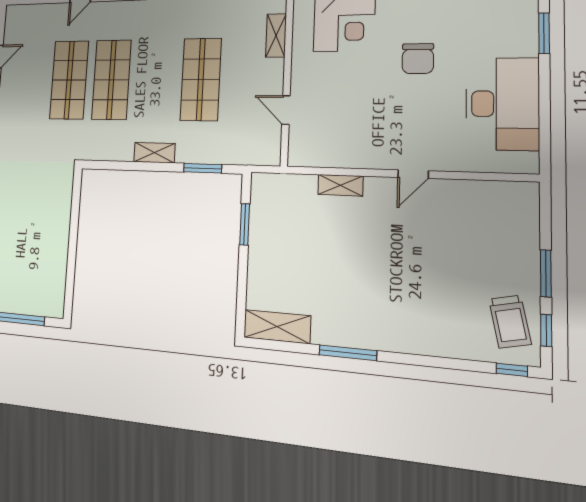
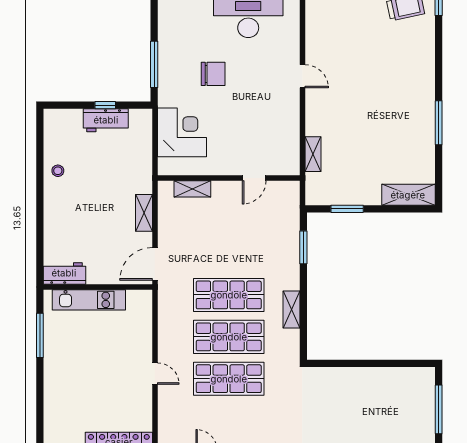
shop shelf: (201, 79) -> (229, 295), moved
shelving: (154, 153) -> (291, 310), moved
shelving: (340, 185) -> (313, 154), moved
shelving: (277, 327) -> (408, 195), moved, turned 90

